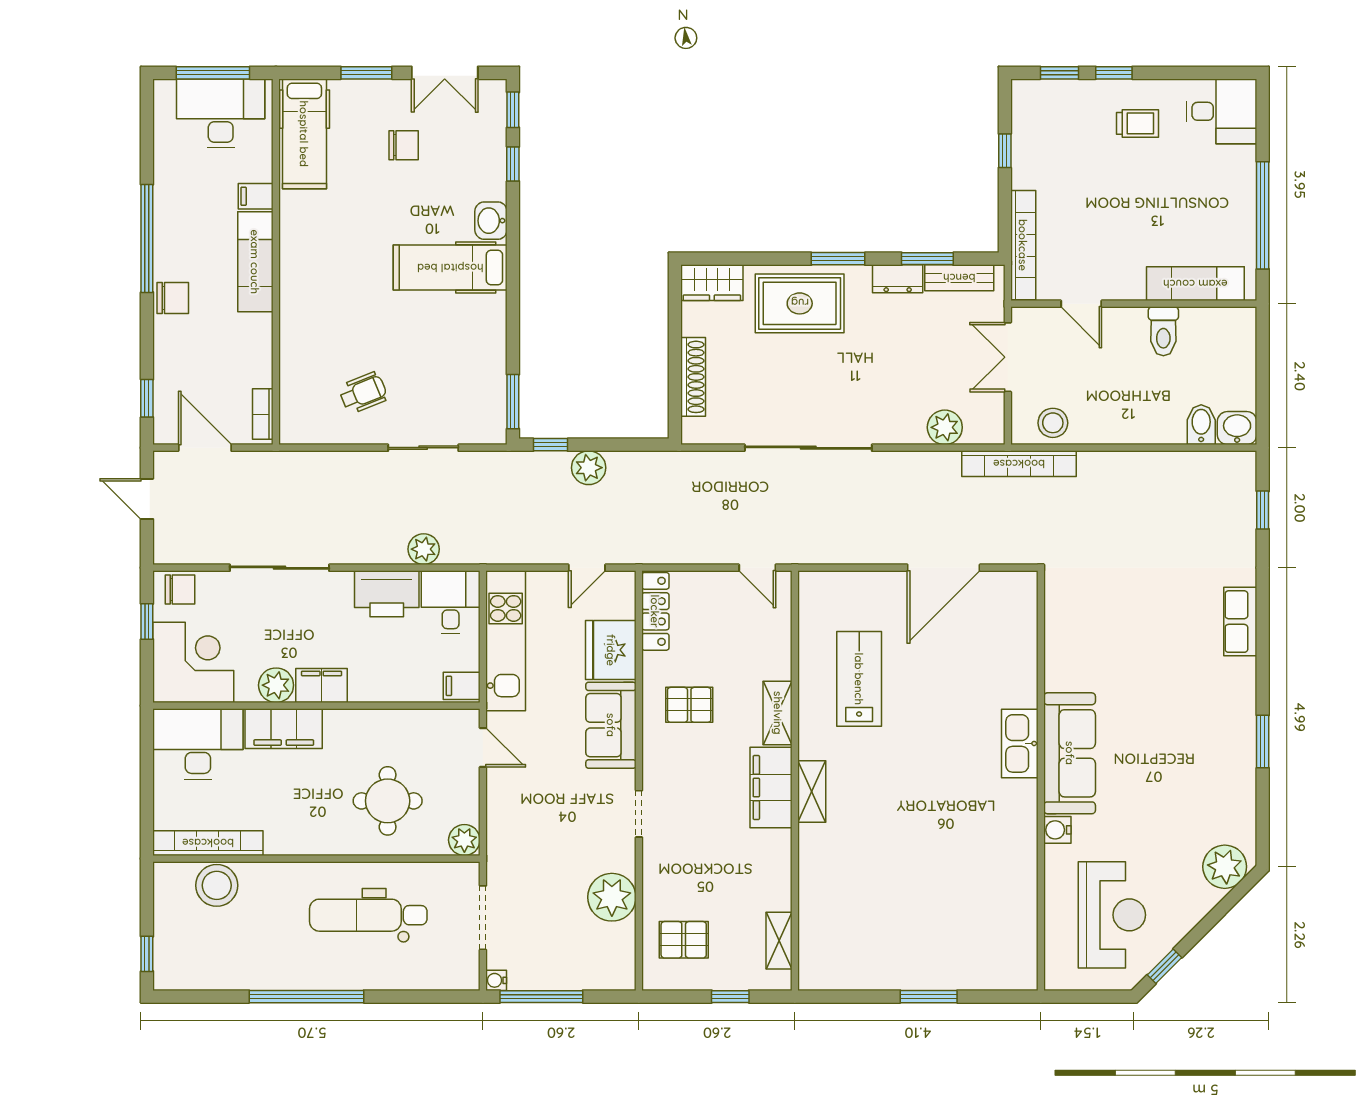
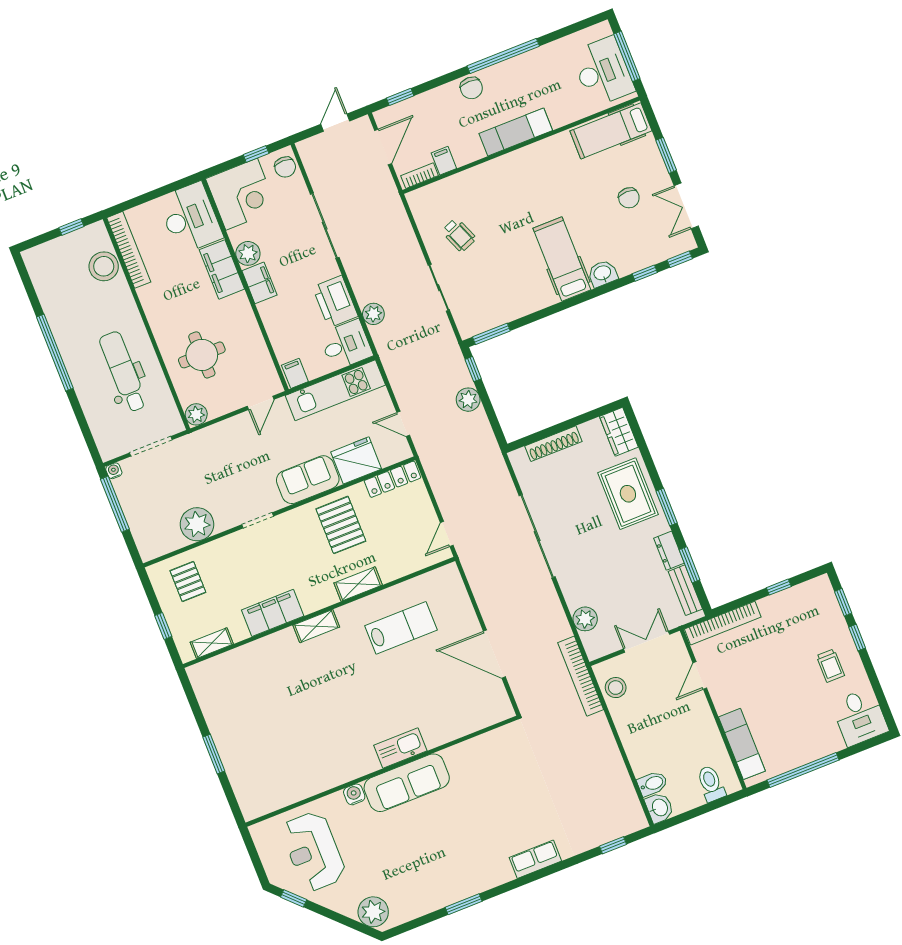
filing cabinet: (256, 196) -> (444, 161), moved
toilet: (1163, 331) -> (711, 784), moved, turned 90
pallet: (689, 705) -> (341, 525), width x1.50, depth x1.42
filing cabinet: (771, 788) -> (273, 613), moved
reception desk: (1112, 915) -> (313, 851), turned 90
window: (147, 954) -> (71, 227), moved

